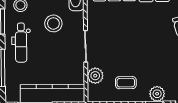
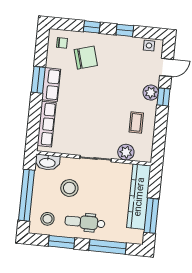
dental chair: (21, 43) -> (85, 222), turned 180

